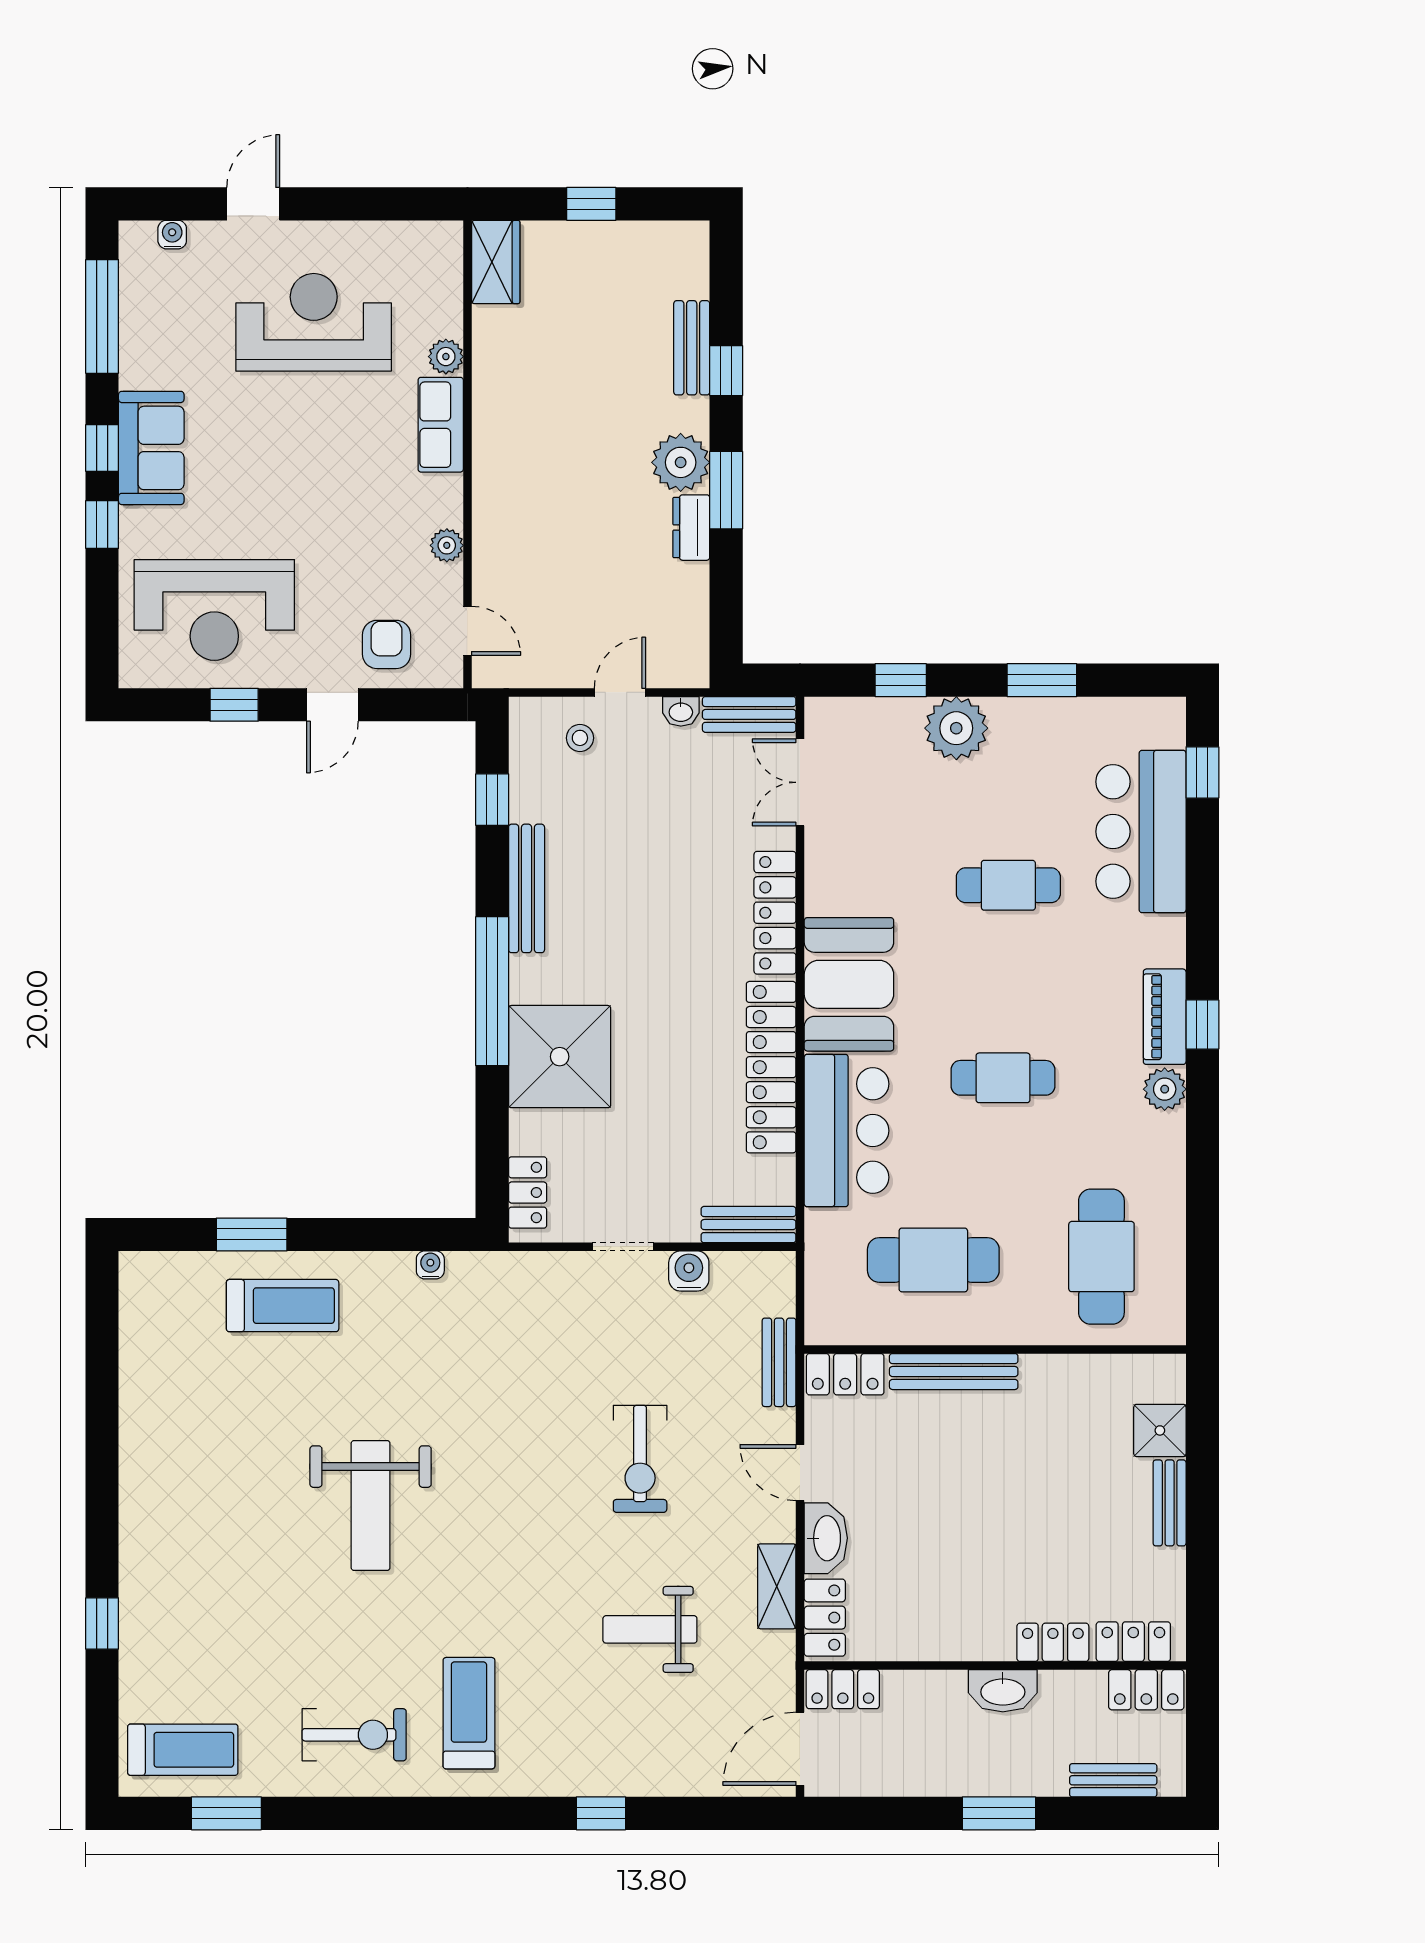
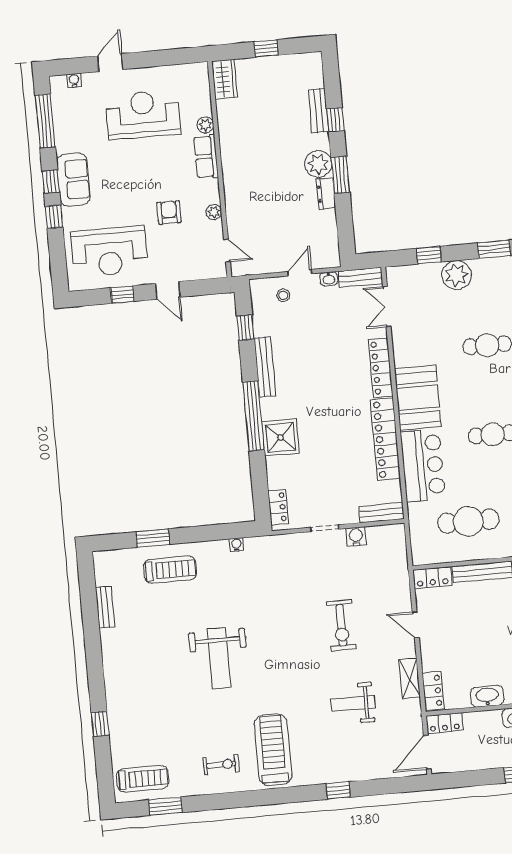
armchair: (387, 644) -> (169, 213), moved
door: (332, 705) -> (168, 290), hinge flipped
shower: (560, 1057) -> (280, 437), width x0.73, depth x0.73
bench: (779, 1362) -> (105, 607), moved
washbasin: (826, 1538) -> (487, 696), moved, turned -90
treadmill: (469, 1713) -> (273, 750), width x1.37, depth x1.38
exercise bike: (354, 1735) -> (221, 765), width x0.73, depth x0.72

